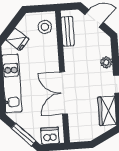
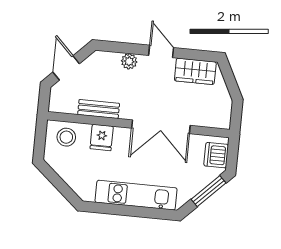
bench: (68, 31) -> (99, 109), moved
fridge: (17, 39) -> (102, 137), moved, turned 139

